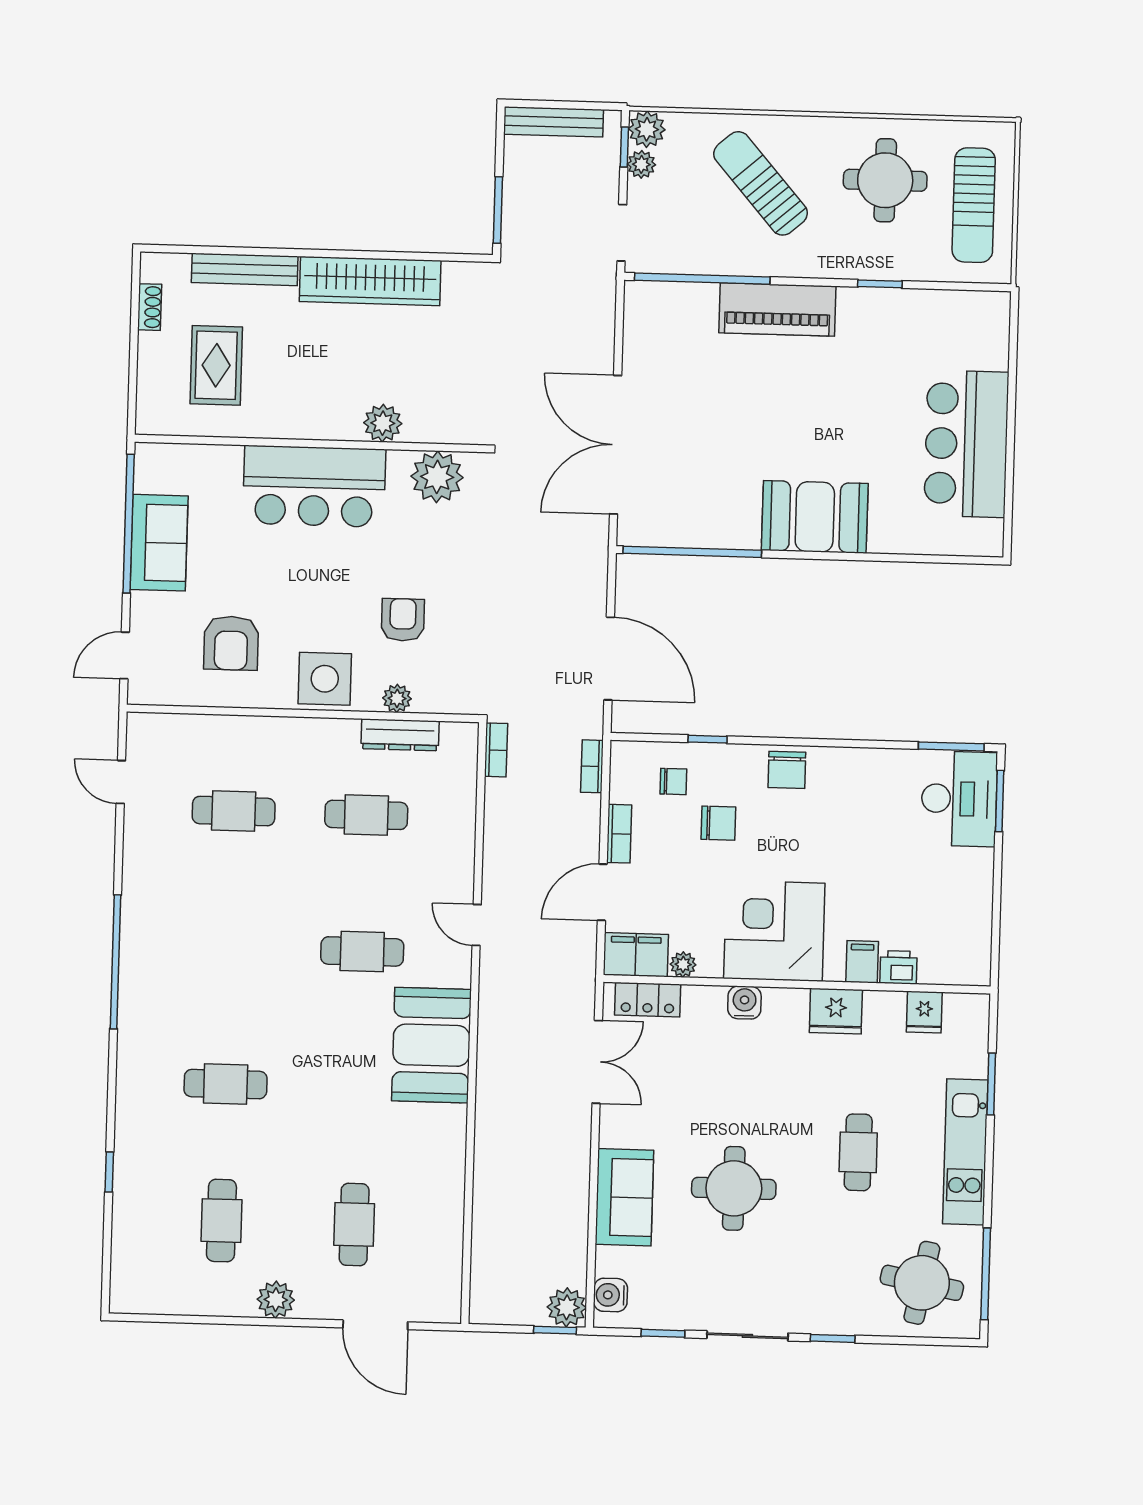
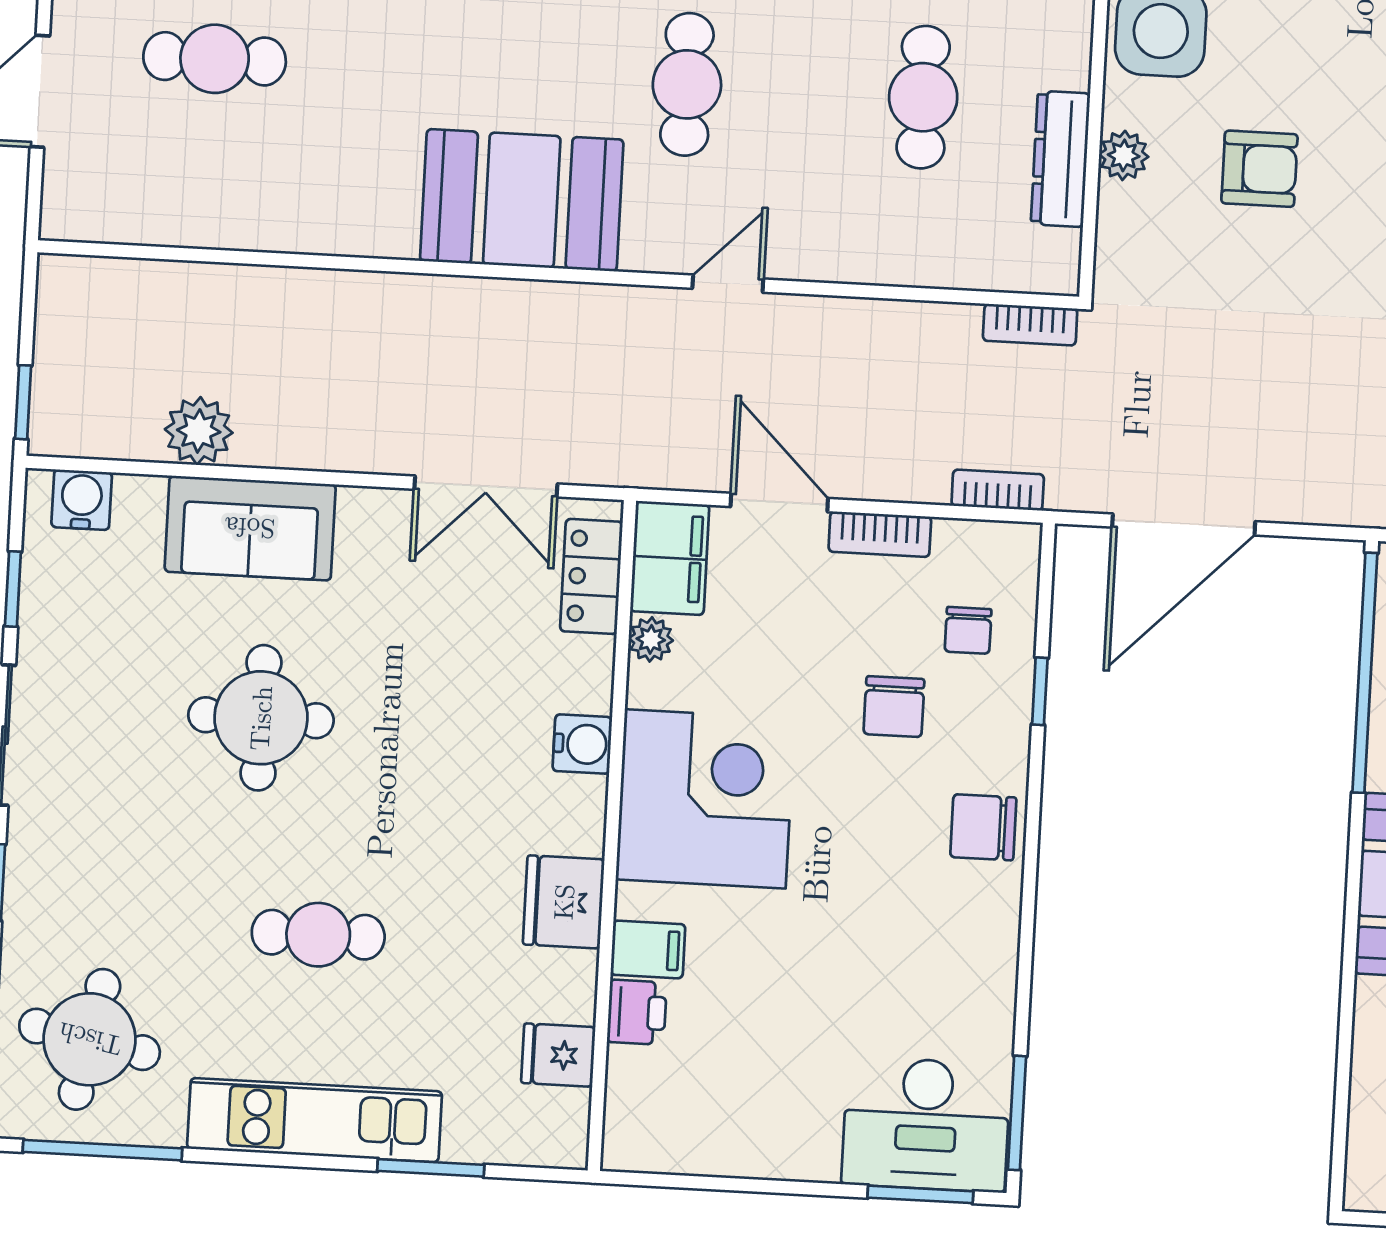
plant: (567, 1307) -> (199, 431), moved

